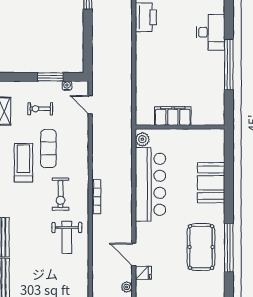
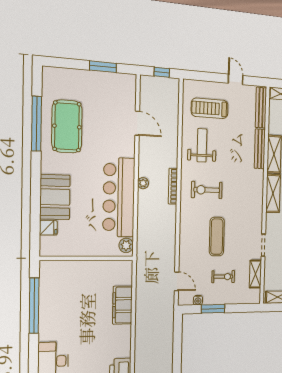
window: (229, 64) -> (34, 306), moved
filing cabinet: (173, 116) -> (122, 305), moved, turned 90
treadmill: (23, 163) -> (210, 108), moved, turned 90
exercise bike: (61, 194) -> (207, 190), turned -90
fridge: (143, 273) -> (48, 228), moved, turned 180
plant: (127, 287) -> (143, 183), moved

